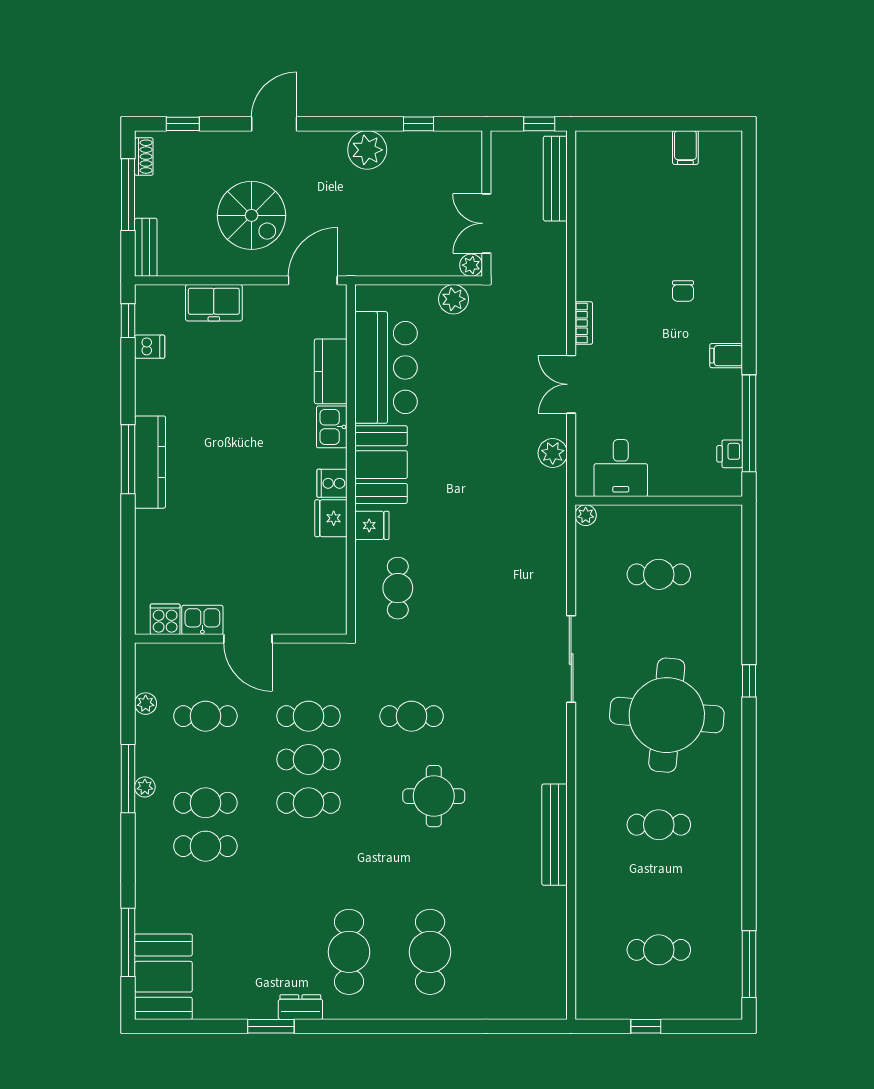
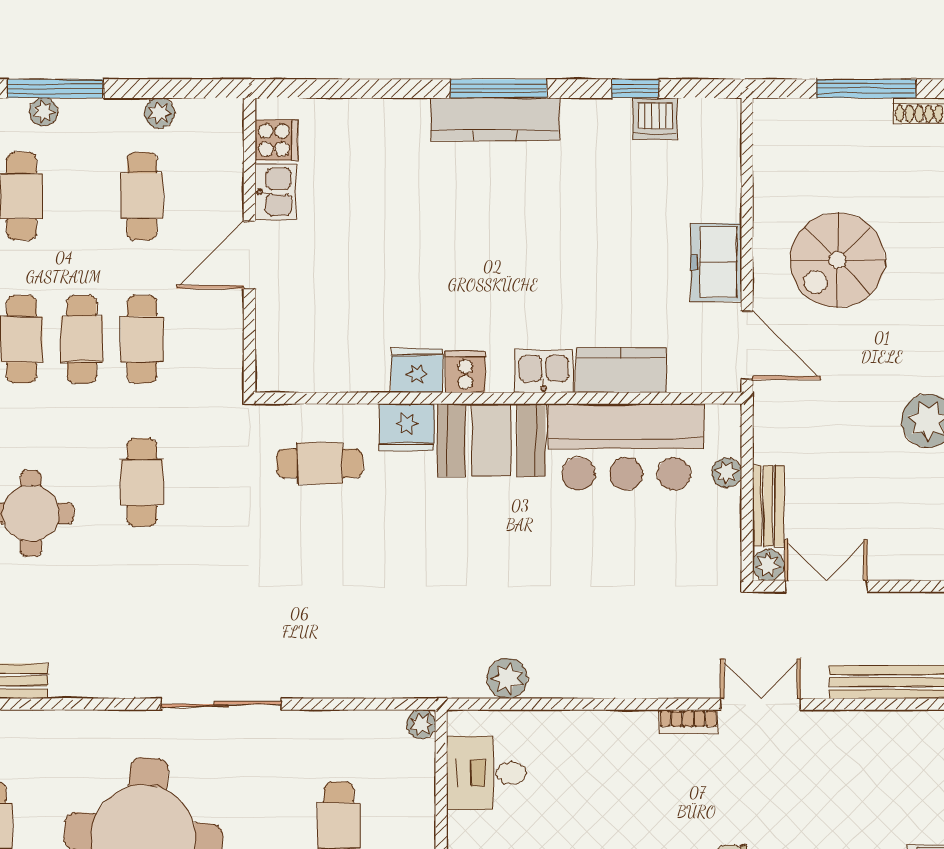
bench: (146, 247) -> (768, 506), moved, turned 90
plant: (453, 299) -> (727, 473), moved, width x0.73, depth x0.73
freezer: (214, 303) -> (716, 262), moved
window: (128, 321) -> (635, 89), moved
dishwasher: (150, 347) -> (655, 119), width x1.38
double door: (571, 384) -> (761, 704), moved
fridge: (372, 525) -> (407, 427), width x1.38

